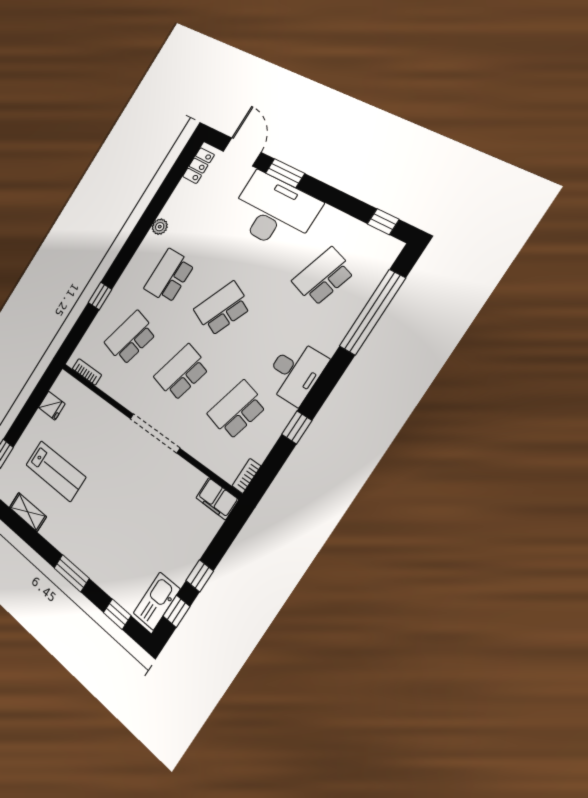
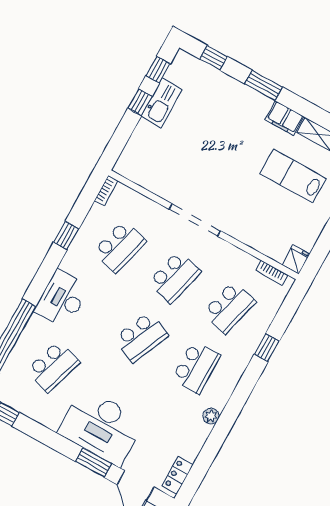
desk: (295, 372) -> (62, 299), moved
fridge: (52, 406) -> (296, 260), moved, turned 90
filing cabinet: (217, 499) -> (285, 118), moved, turned 180
kitchen sink: (157, 601) -> (162, 103), moved

